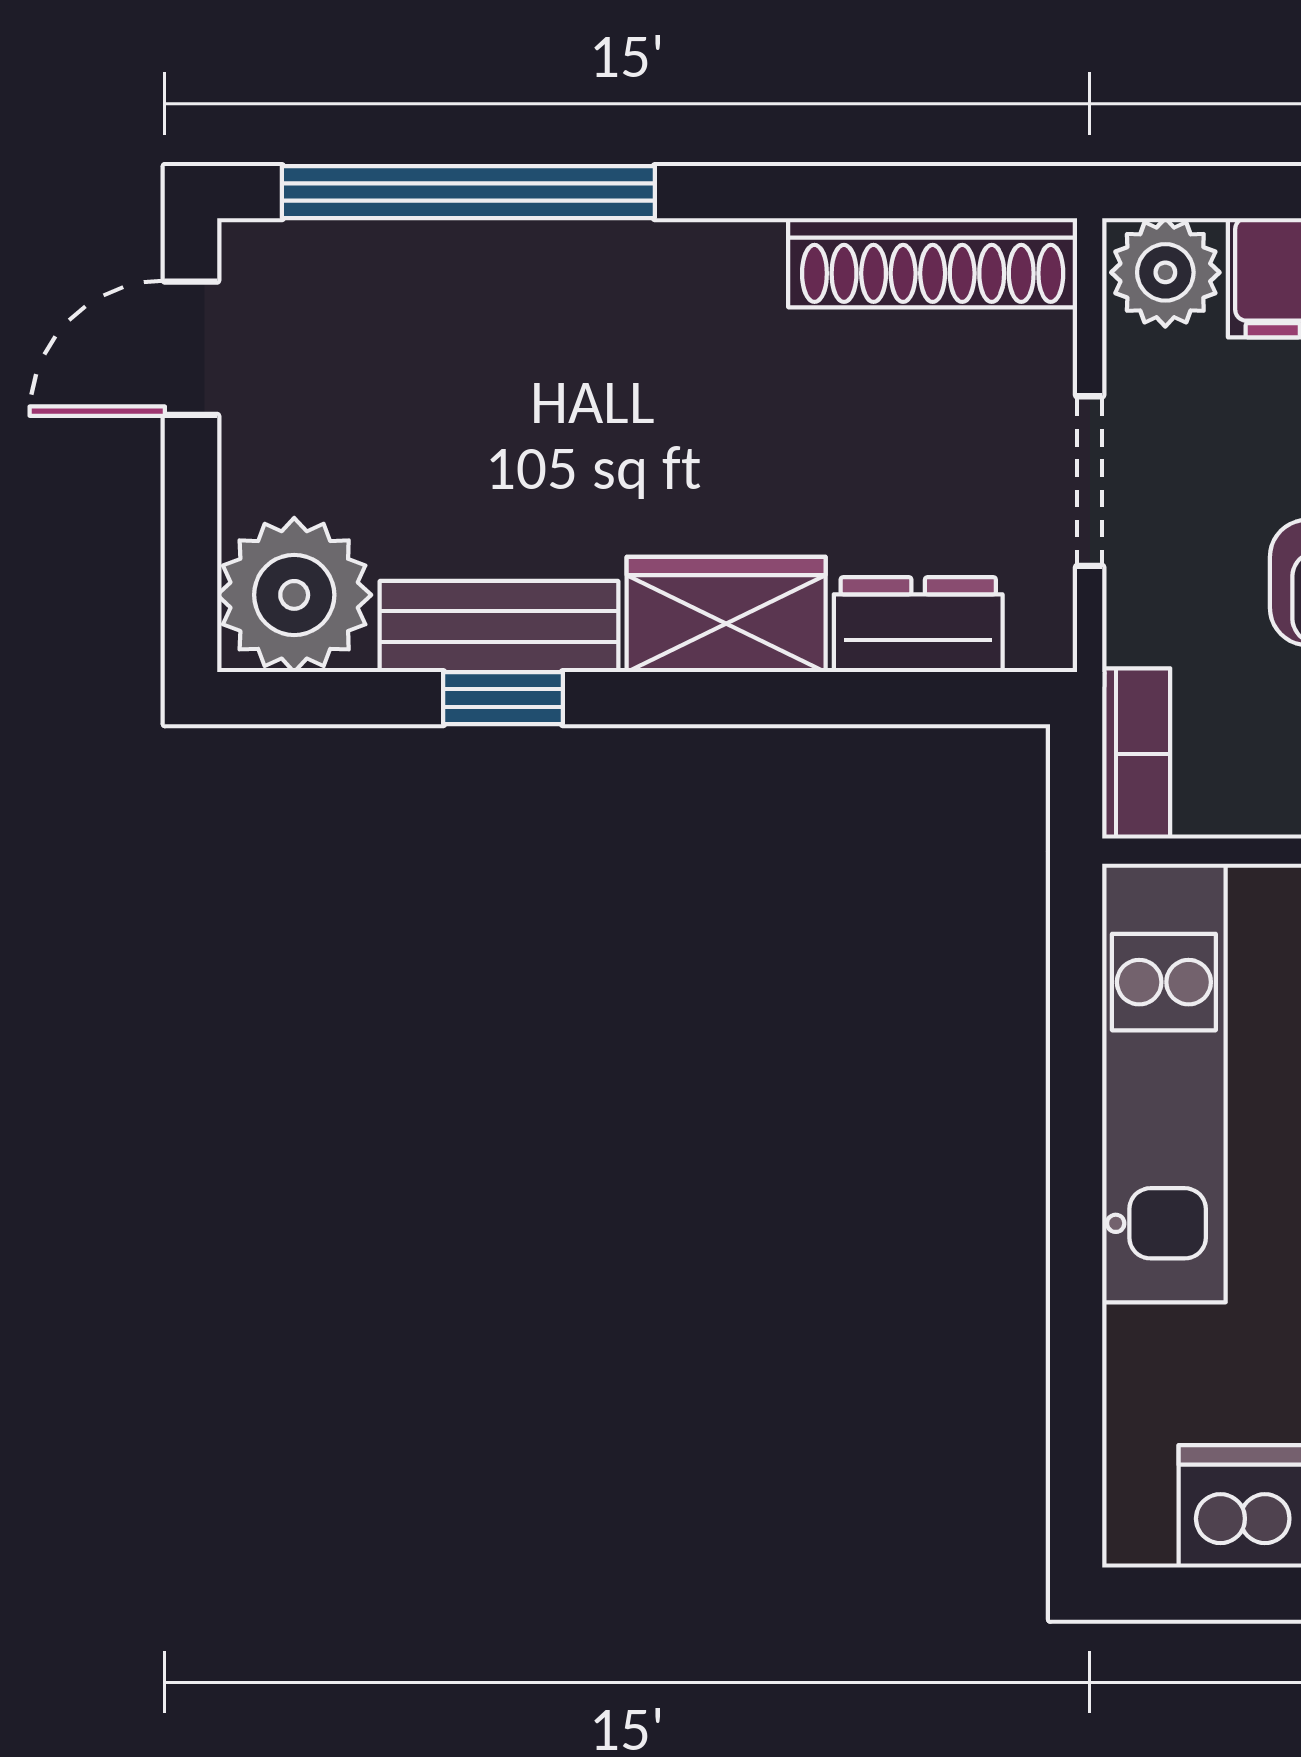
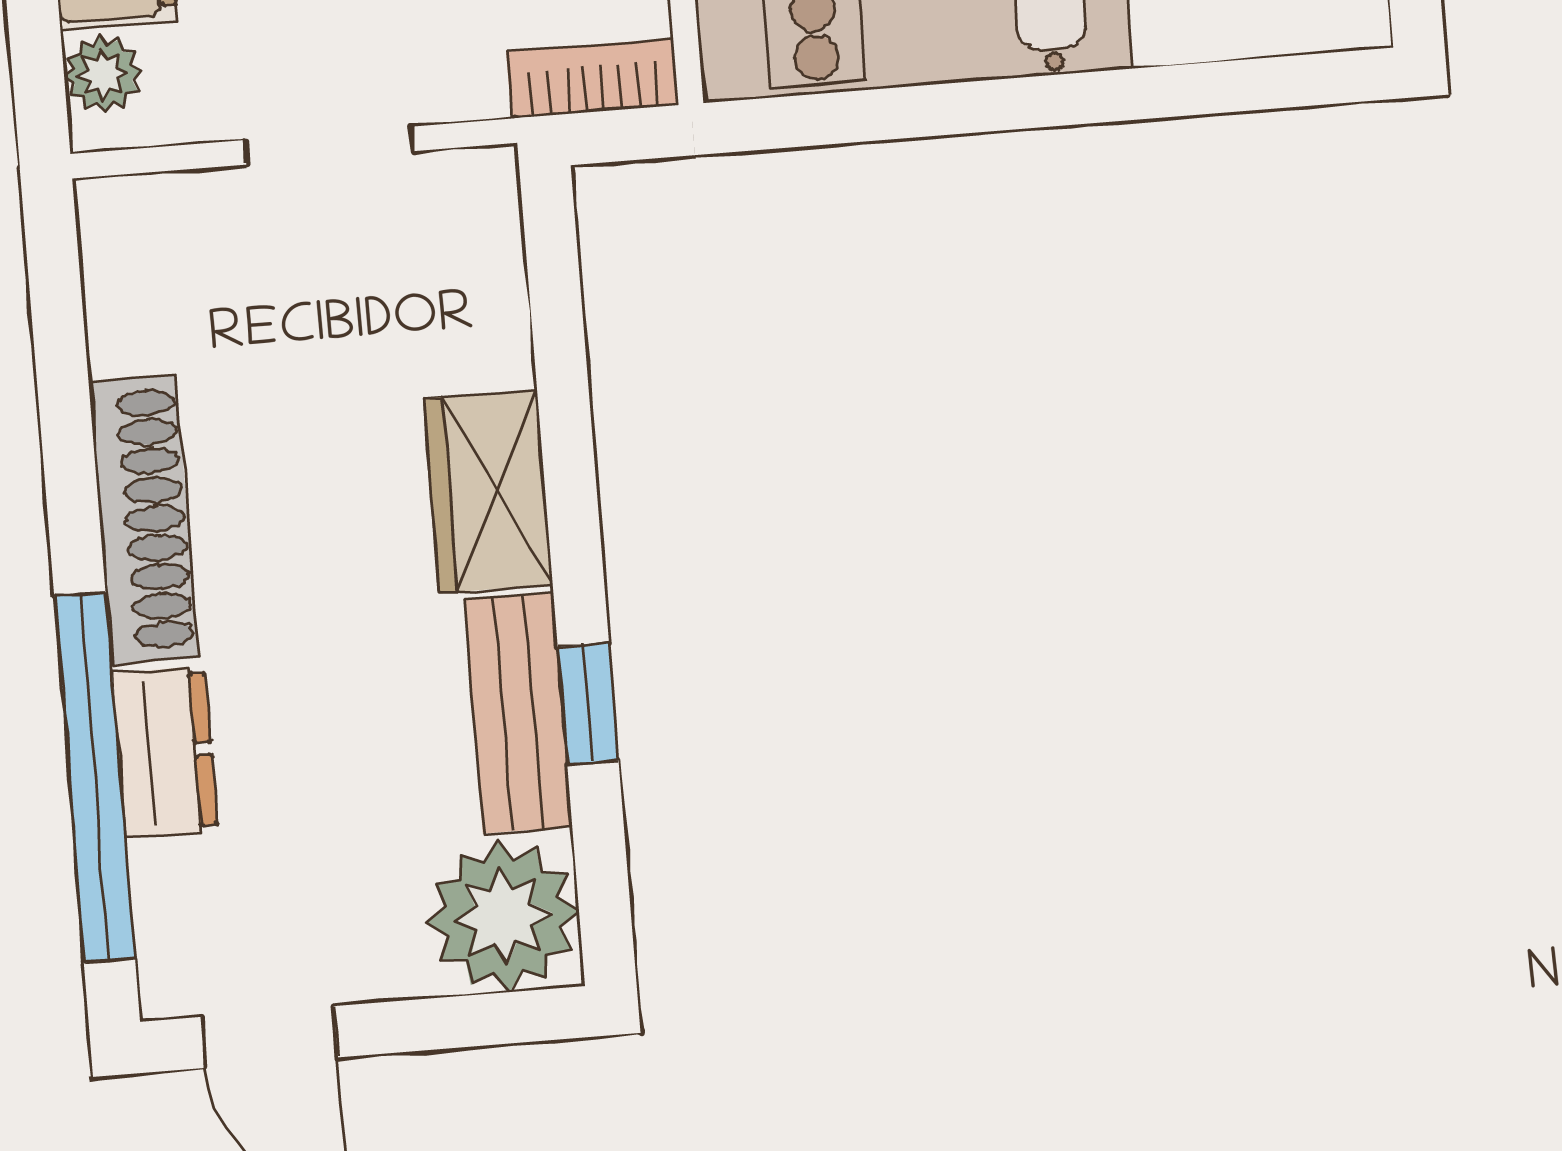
shoe rack: (933, 263) -> (144, 520), moved
plant: (1165, 272) -> (103, 74), width x0.73, depth x0.73
dresser: (918, 625) -> (165, 752), moved, turned 180

